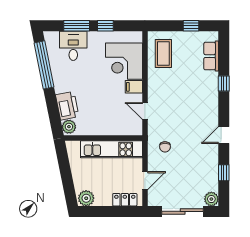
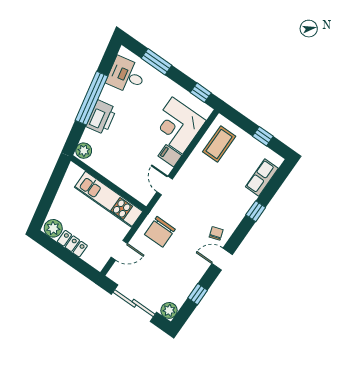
window: (105, 26) -> (201, 93), moved
desk: (73, 46) -> (126, 75), moved, turned -101
window: (44, 65) -> (91, 98), moved
printer: (67, 106) -> (101, 117), moved
chair: (206, 120) -> (216, 233), added
chair: (165, 147) -> (160, 232), width x1.87, depth x1.87
locker: (125, 200) -> (72, 244), moved

